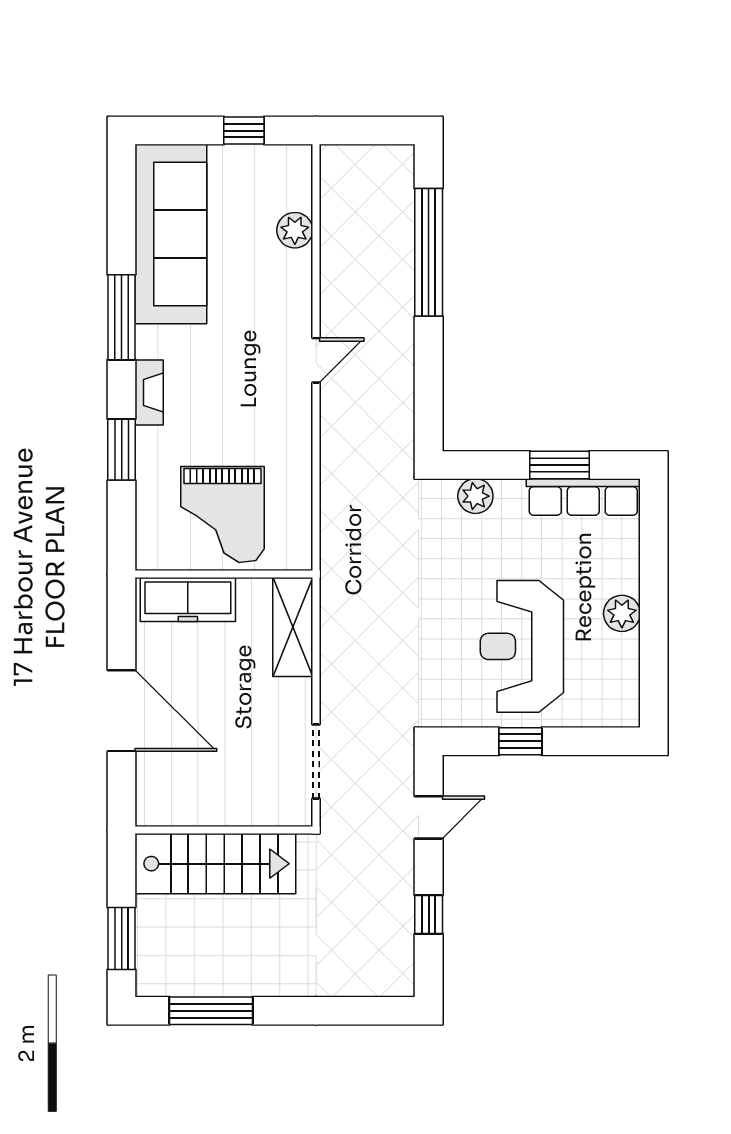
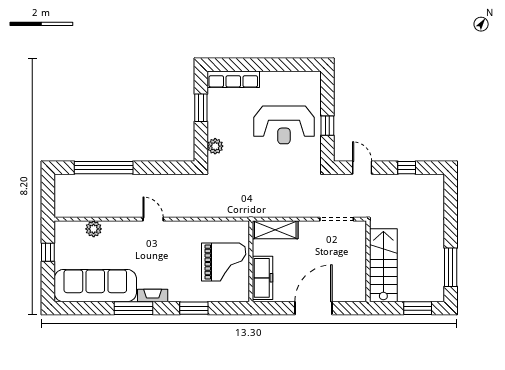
fireplace: (149, 392) -> (153, 295), moved
row of seats: (583, 497) -> (233, 79), moved, turned 90
plant: (622, 613) -> (269, 79), removed

